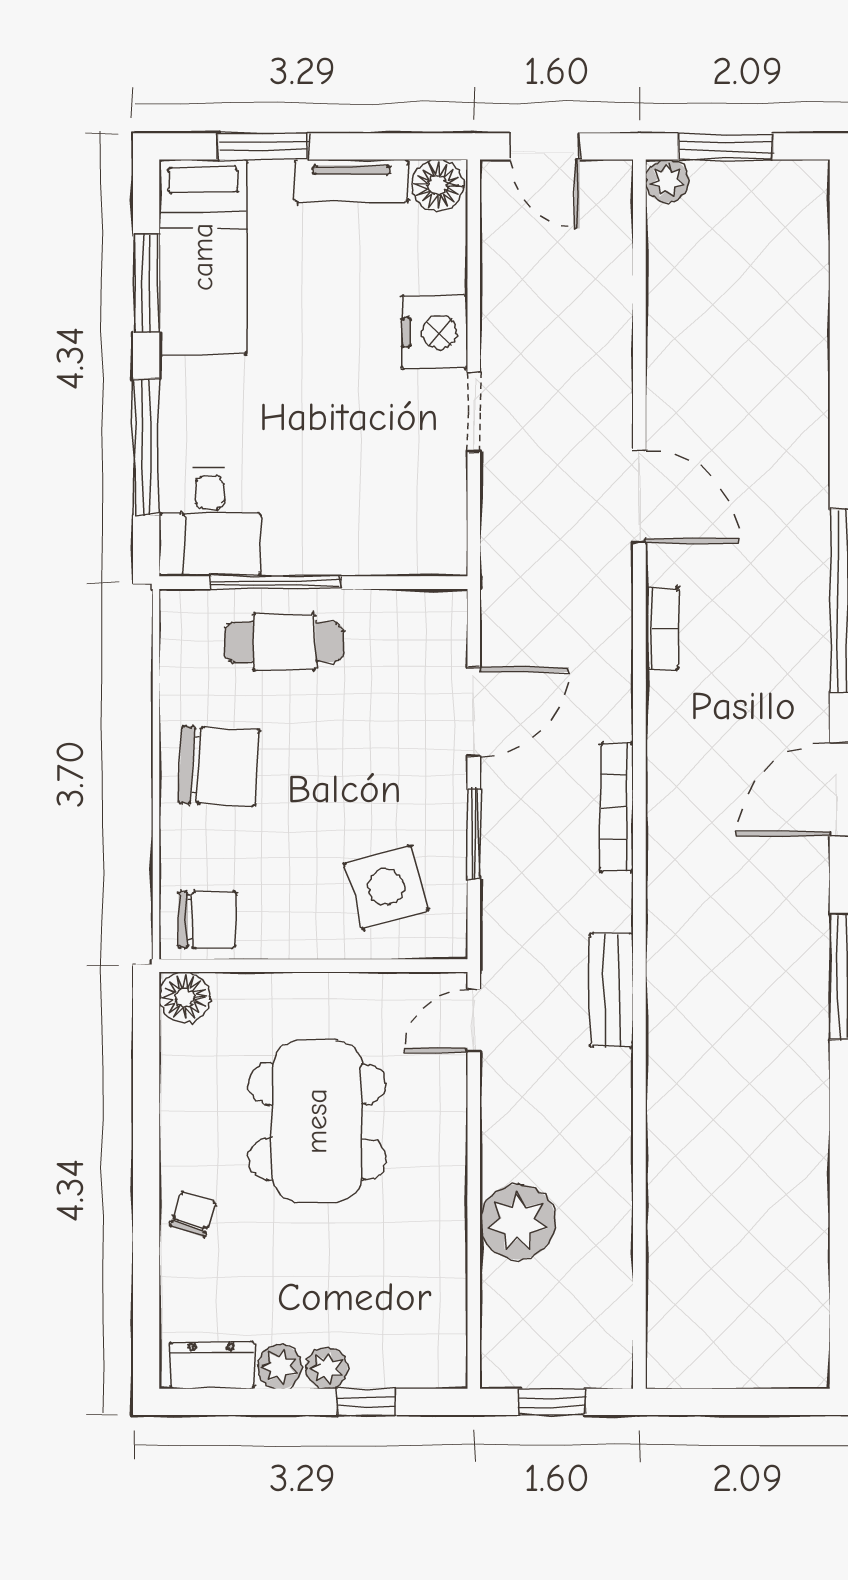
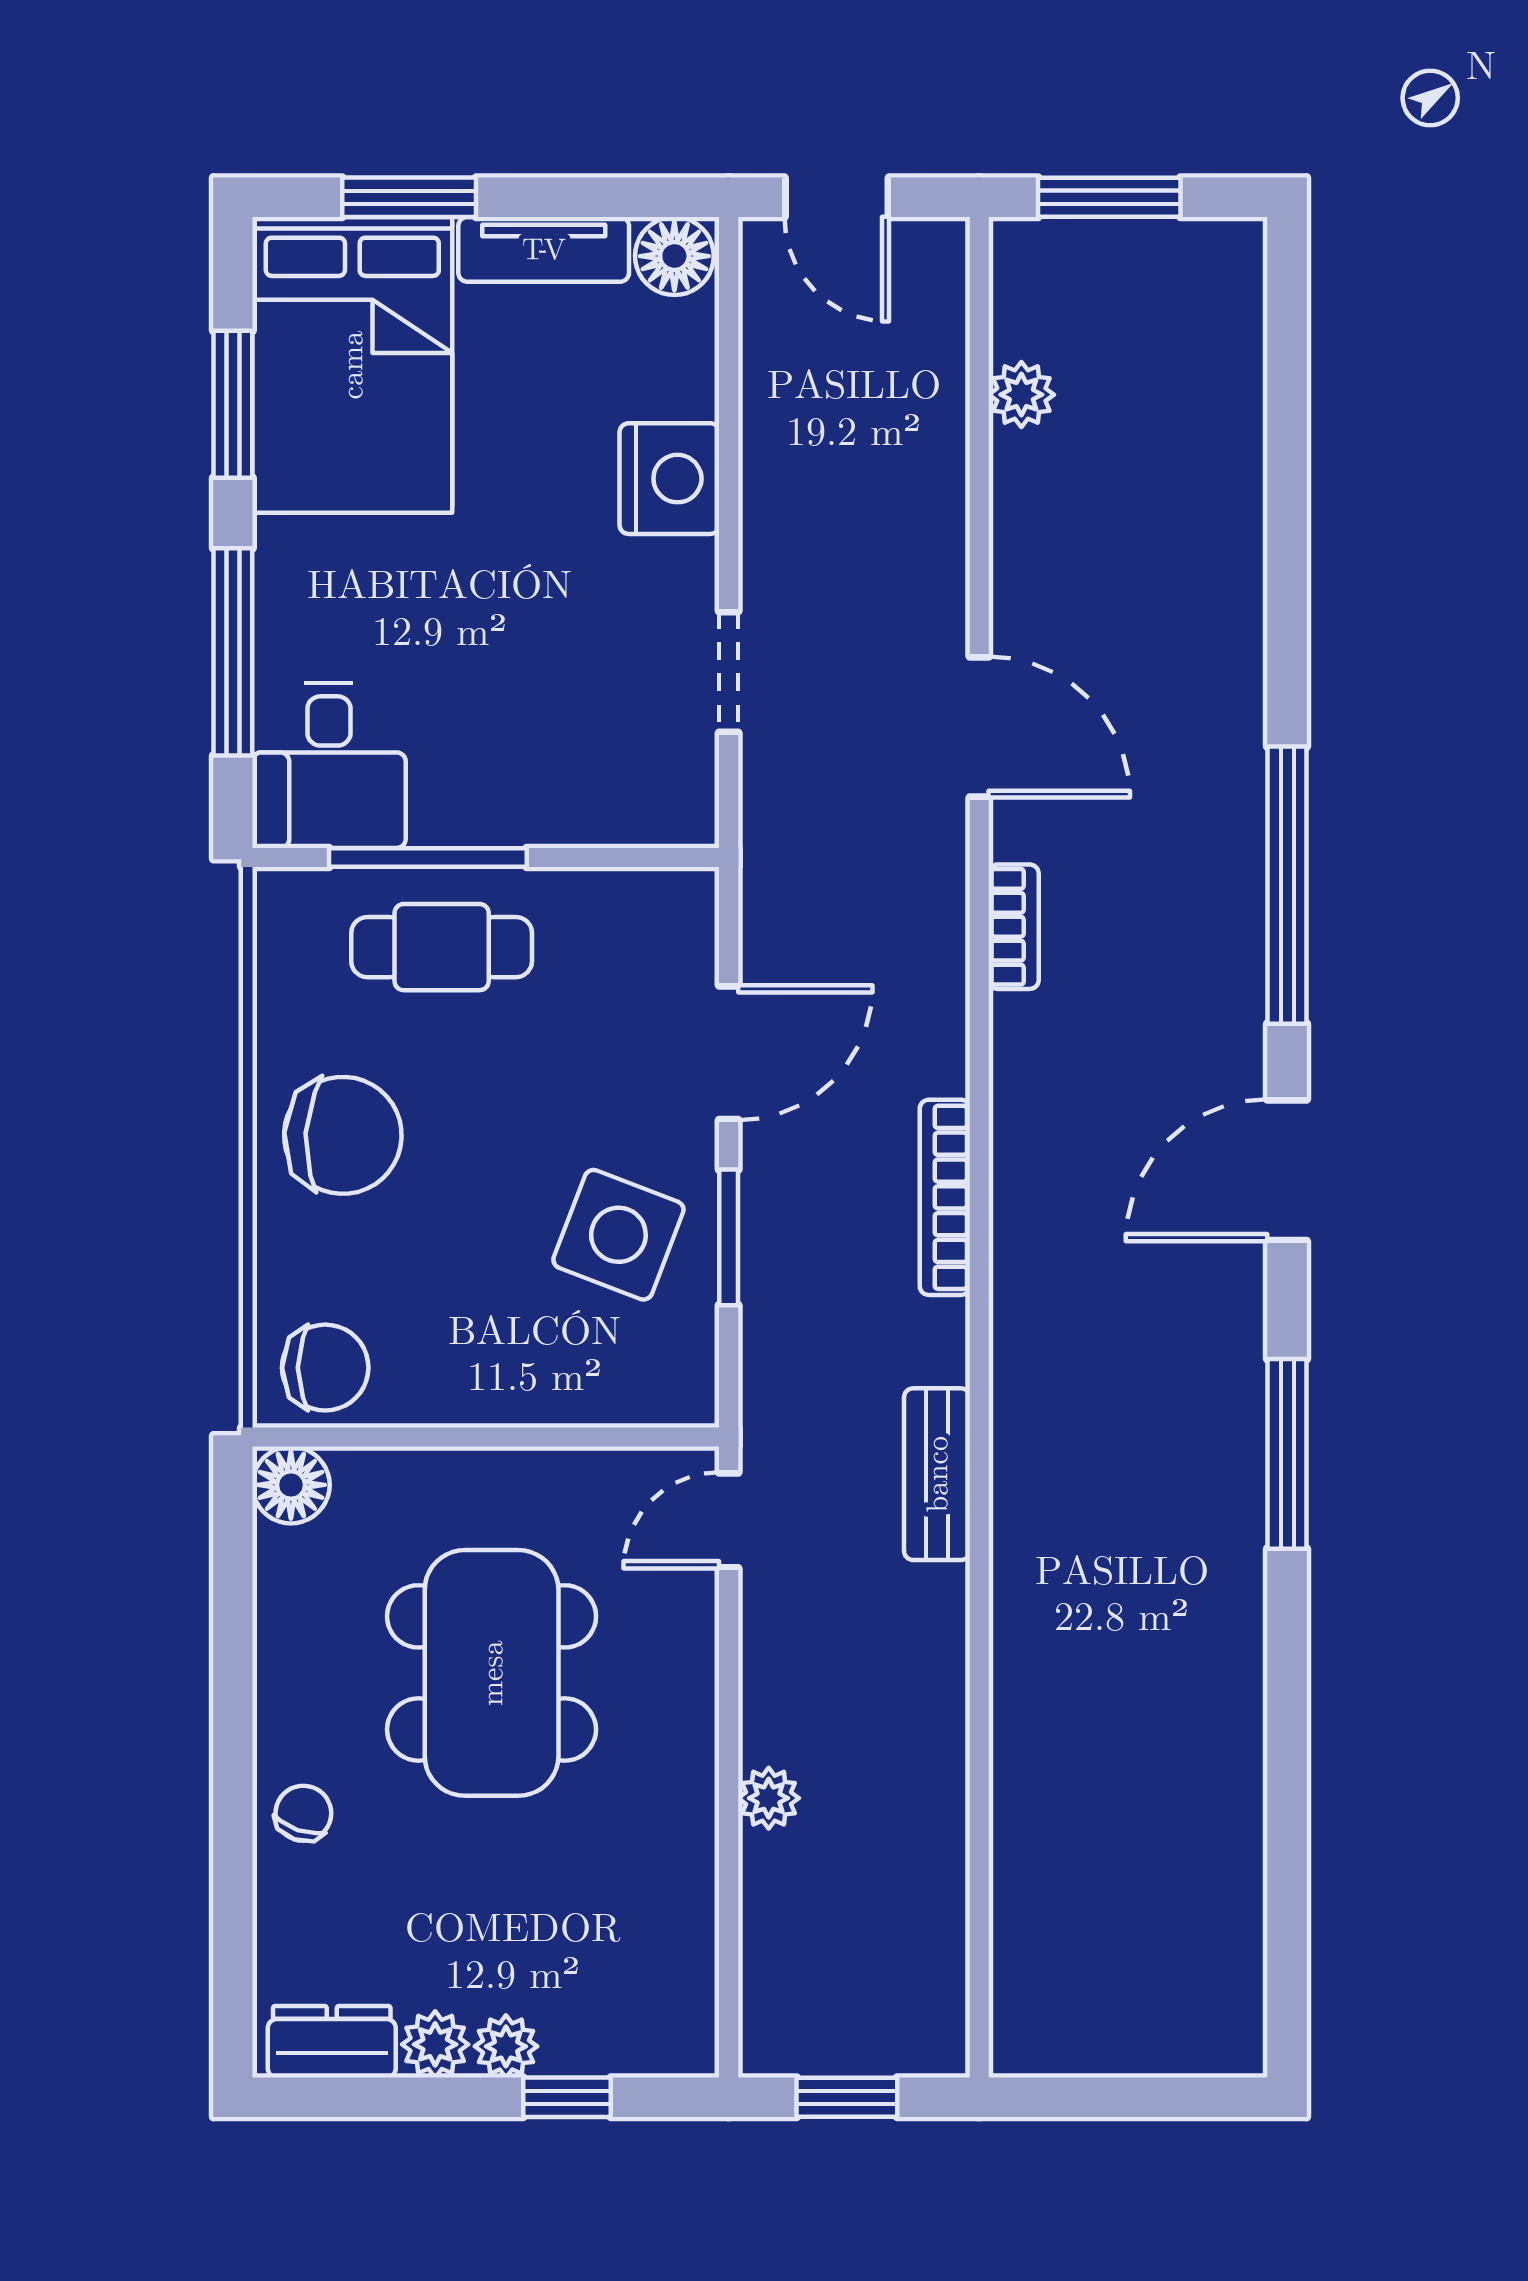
plant: (667, 181) -> (1021, 395), moved
bed: (203, 257) -> (352, 365), width x1.50
doorway: (474, 412) -> (729, 672), moved
side table: (386, 887) -> (618, 1235), moved, turned 37
plant: (518, 1222) -> (769, 1798), width x0.53, depth x0.53

